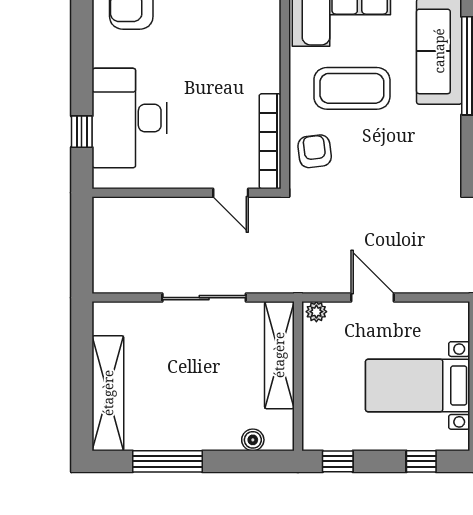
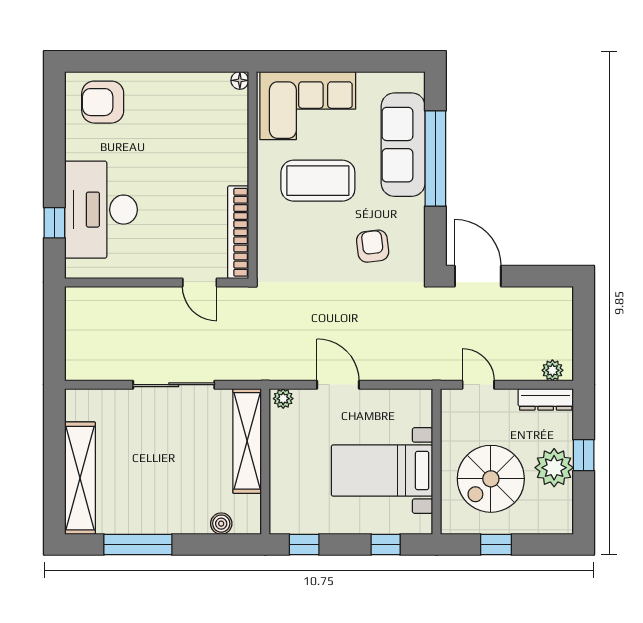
armchair: (315, 151) -> (373, 246), moved

